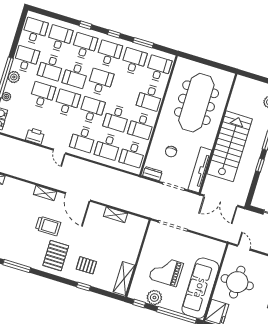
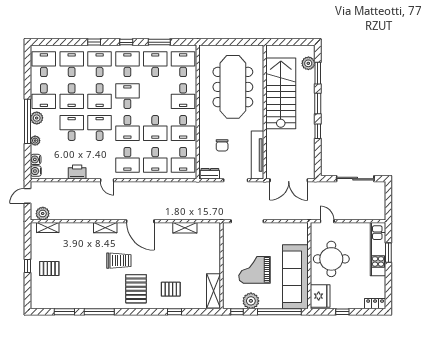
desk: (26, 59) -> (44, 96), turned 180
desk: (92, 110) -> (127, 128), turned 180
stairs: (230, 146) -> (281, 93), moved

